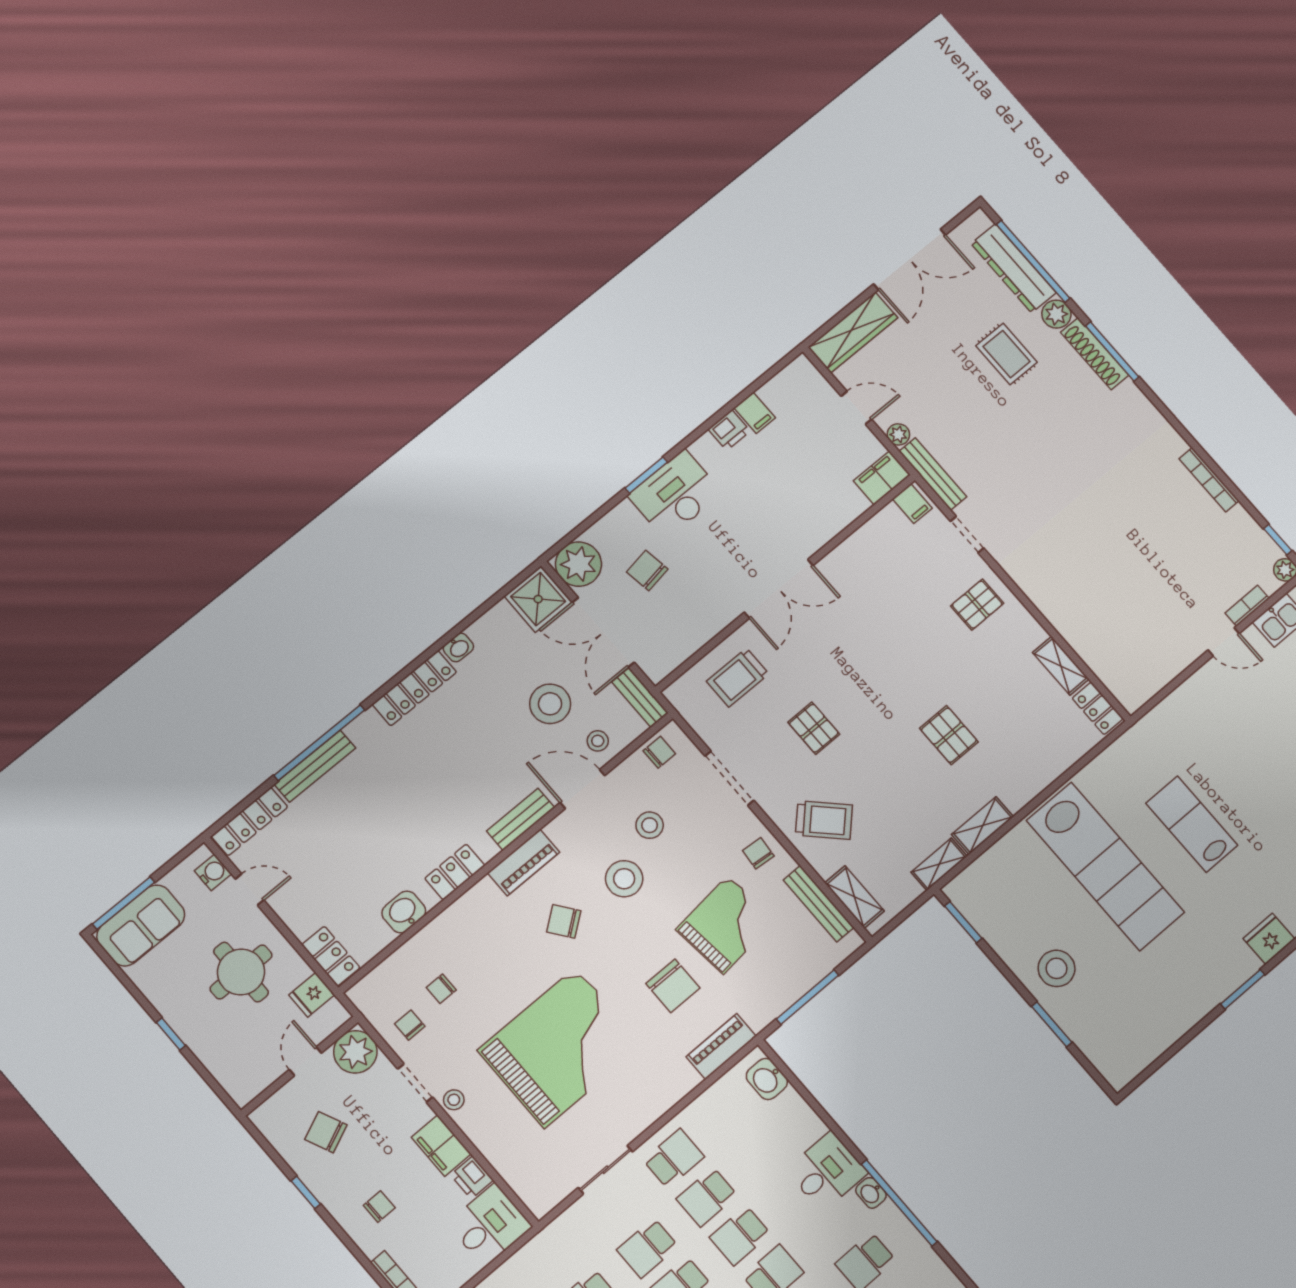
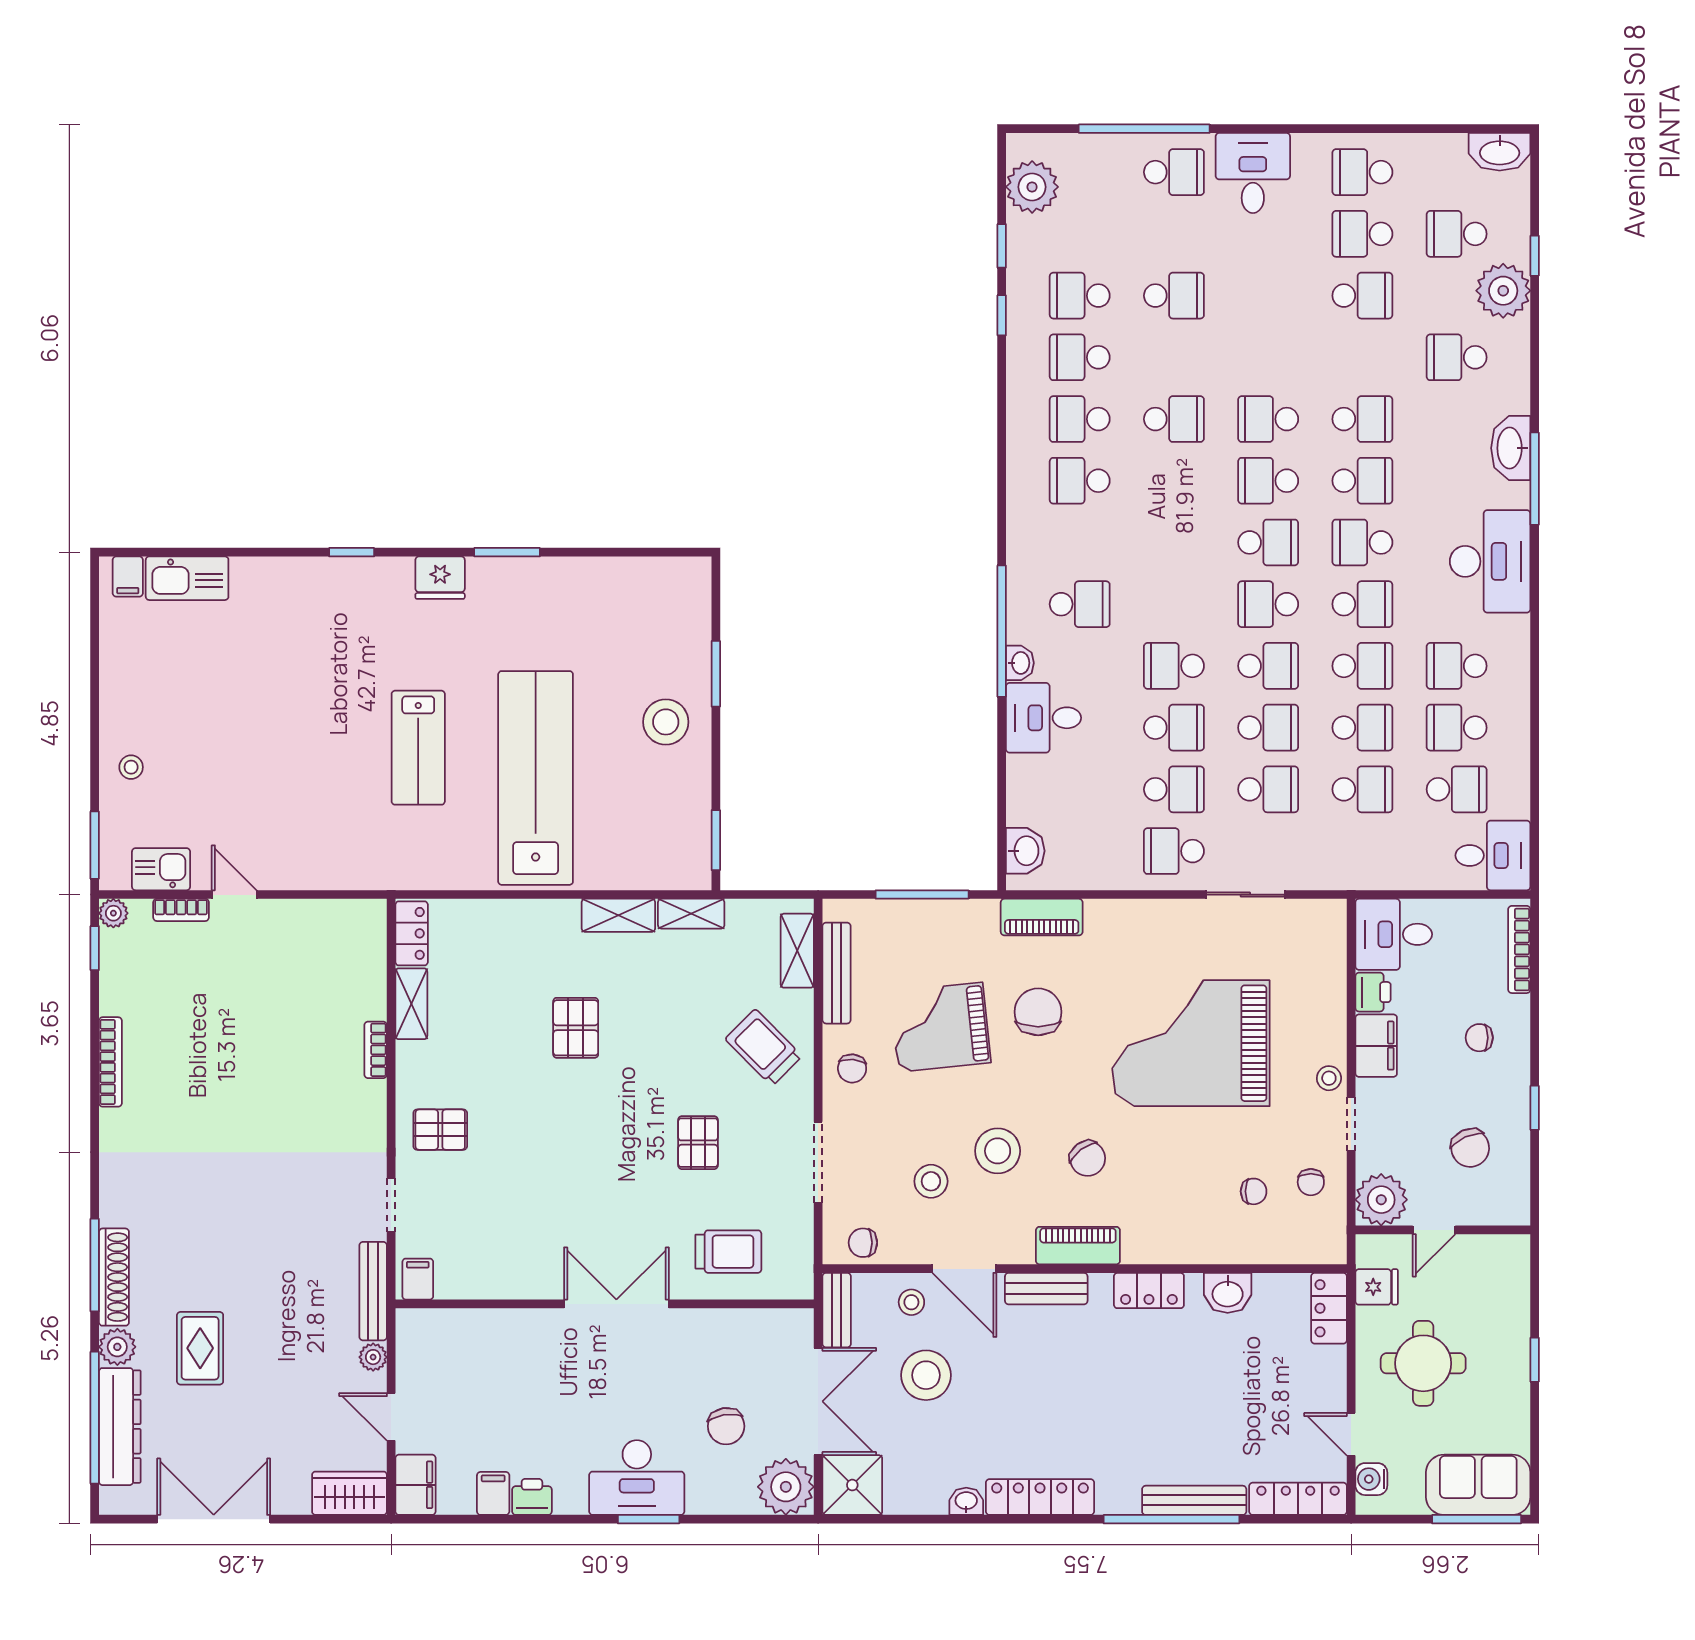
wardrobe: (853, 332) -> (349, 1493), width x0.67
filing cabinet: (882, 478) -> (415, 1485), moved, turned -90
bookcase: (1058, 620) -> (376, 1050), added

